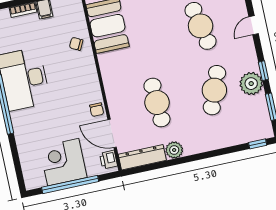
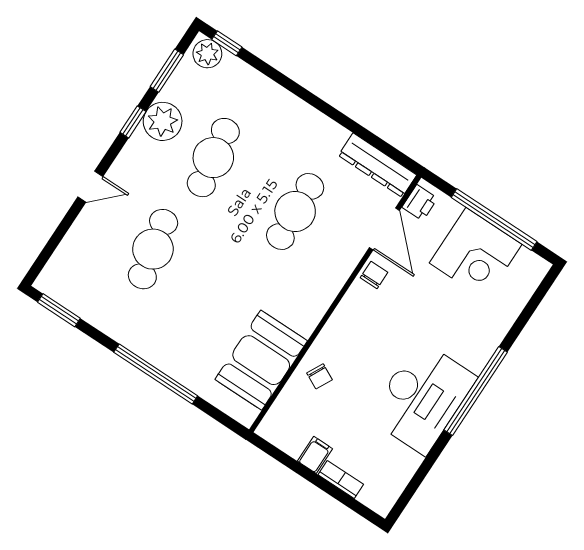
cafe table: (214, 90) -> (213, 158), turned -30
plant: (174, 150) -> (207, 54), moved

